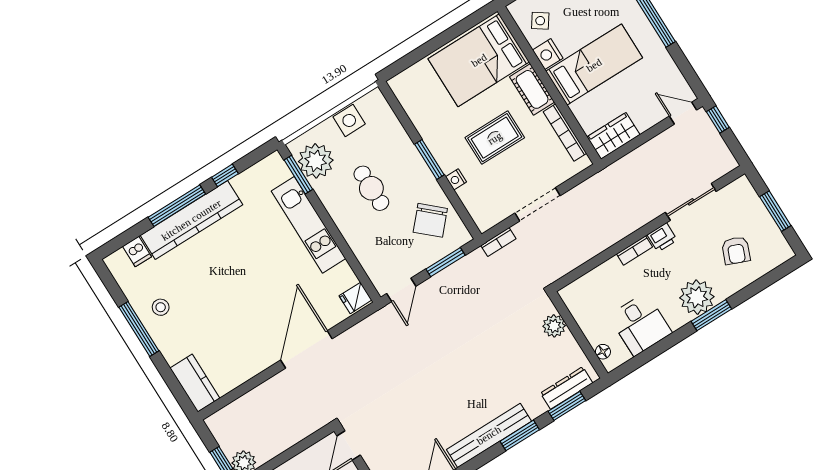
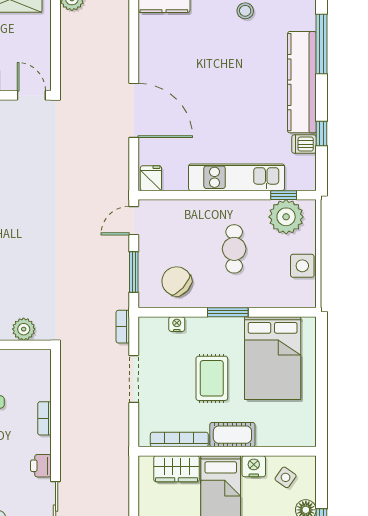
bed: (479, 60) -> (273, 358), moved, turned 180
wardrobe: (613, 136) -> (177, 469), moved, turned 90
window: (298, 175) -> (284, 195), width x0.67
nightstand: (456, 179) -> (177, 324), moved
cafe table: (371, 188) -> (234, 249), turned 90
window: (177, 206) -> (321, 44), moved
bookcase: (635, 250) -> (45, 418), moved
dishwasher: (137, 252) -> (304, 144), moved
door: (401, 290) -> (134, 221), hinge flipped

